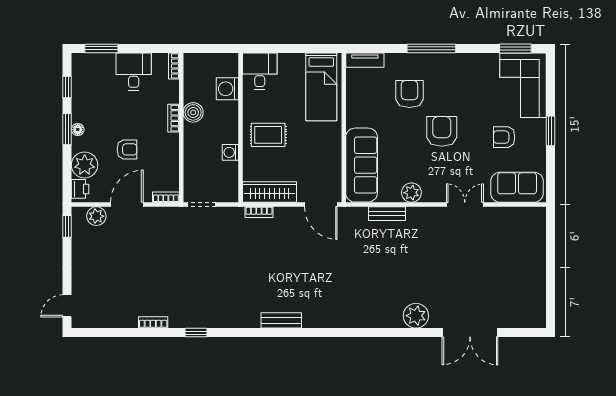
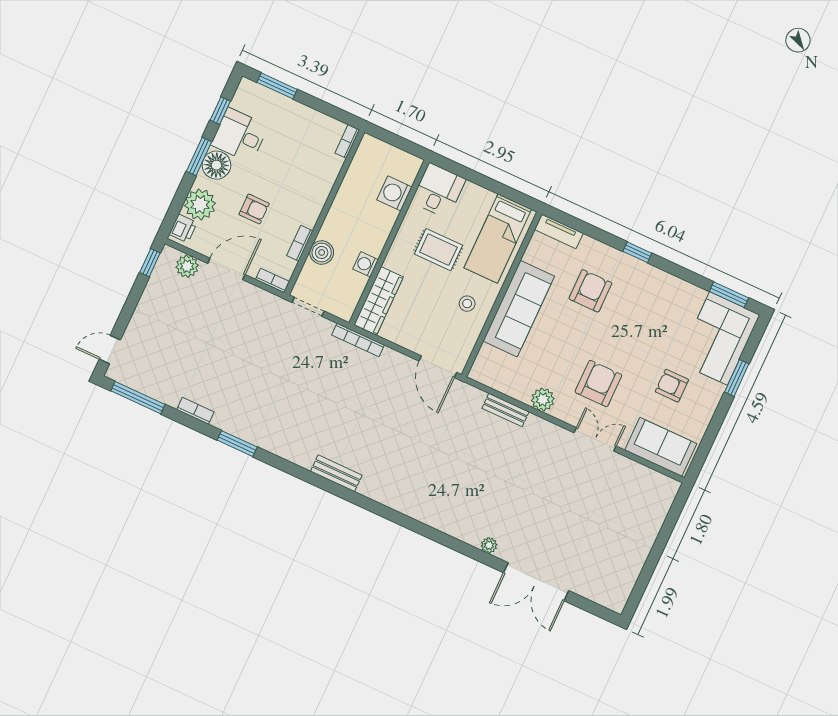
window: (431, 48) -> (637, 252), width x0.46
desk: (134, 72) -> (240, 135), moved, turned -90
boiler: (193, 112) -> (322, 252), moved
bookcase: (173, 118) -> (300, 243), moved
floor lamp: (78, 129) -> (216, 165), width x1.89, depth x1.89
armchair: (442, 131) -> (598, 384), moved
window: (550, 131) -> (737, 378), moved
rug: (268, 135) -> (438, 250), moved
stool: (321, 147) -> (467, 304), added
sofa: (362, 165) -> (519, 309), moved
wardrobe: (270, 192) -> (379, 301), moved, turned 90
bookcase: (259, 212) -> (358, 340), width x1.56
plant: (416, 316) -> (489, 545), width x0.53, depth x0.53
window: (105, 333) -> (138, 398), added
window: (196, 333) -> (237, 444), width x1.50

